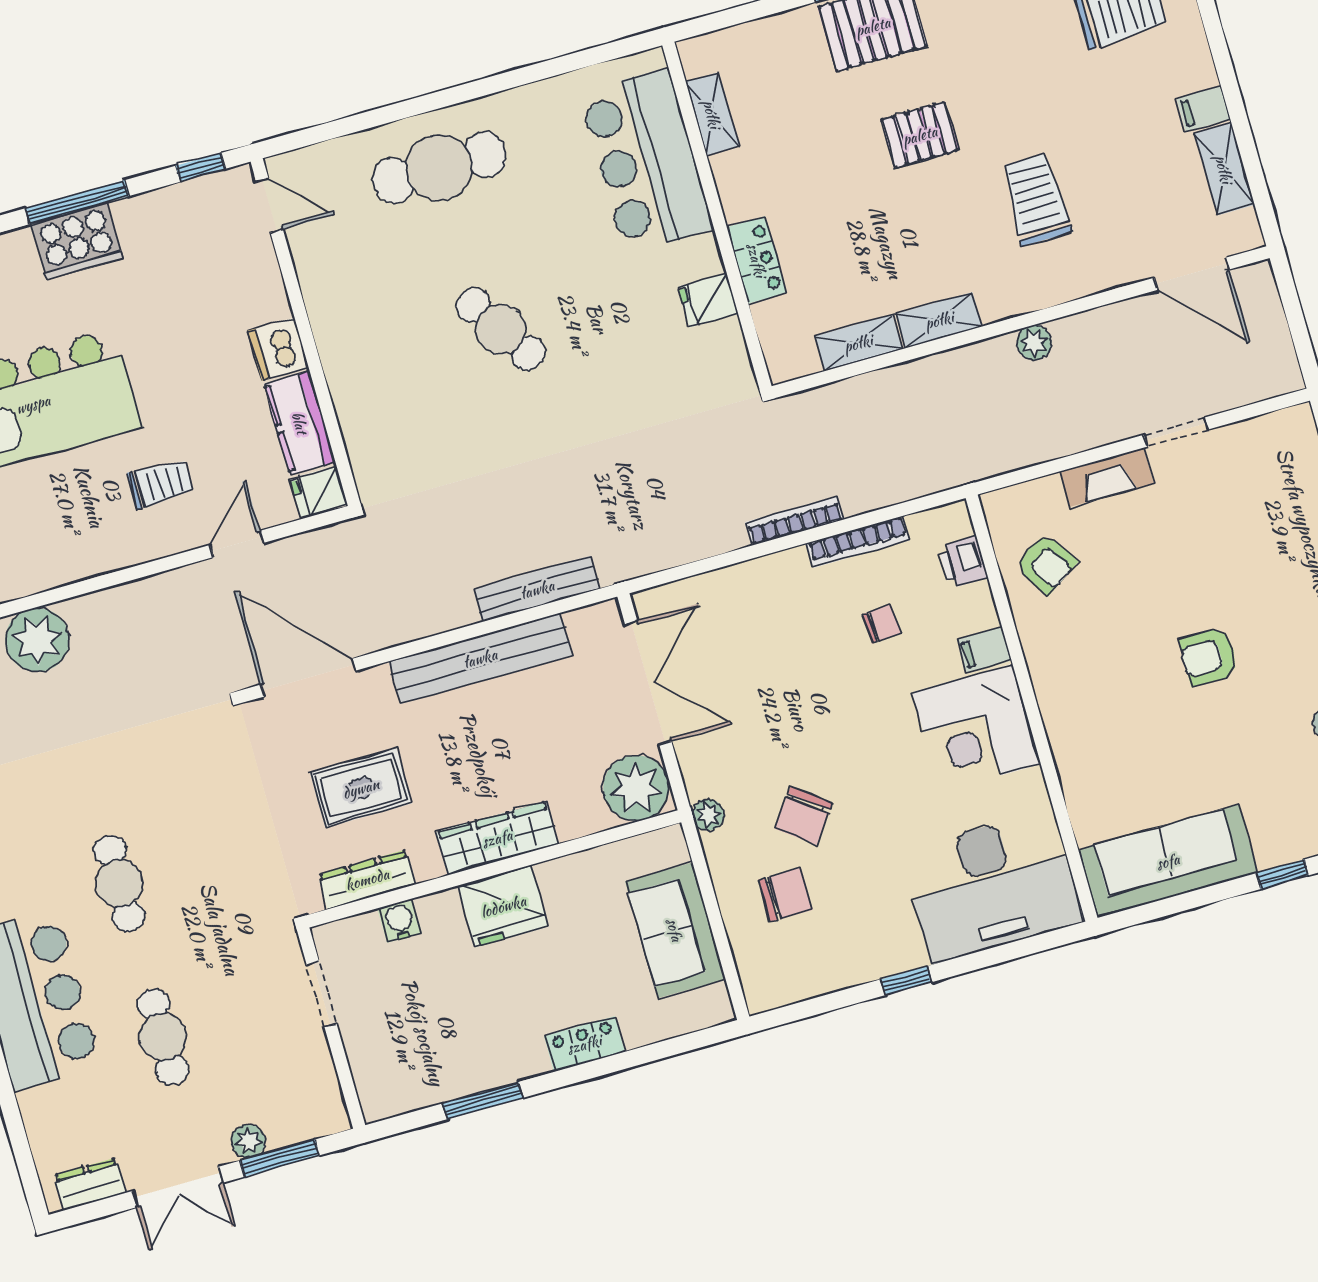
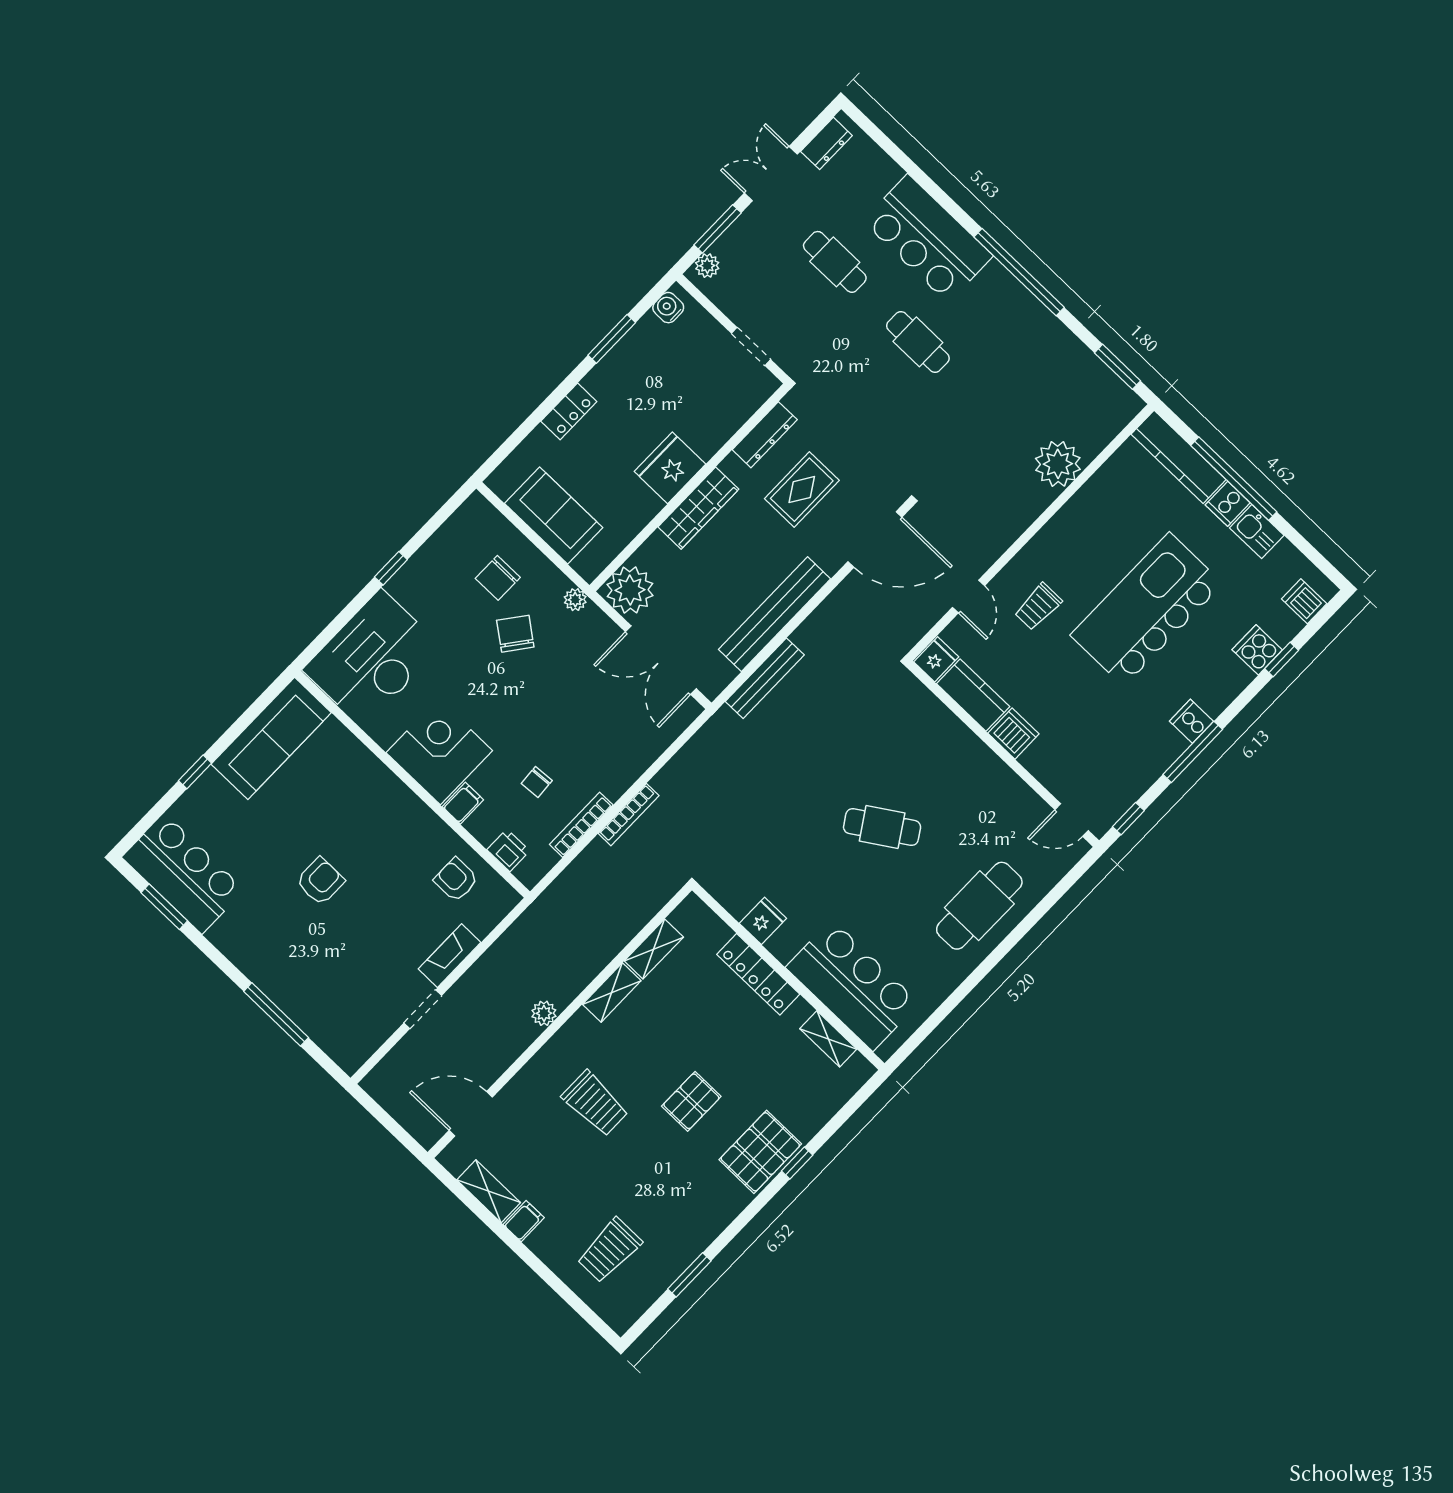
cooker: (77, 241) -> (1191, 721), width x0.53, depth x0.76
locker: (757, 260) -> (758, 974), width x1.53
armchair: (1046, 564) -> (456, 880), turned 33
water cooler: (399, 921) -> (668, 308), moved, turned 180
plant: (248, 1141) -> (707, 266), moved

